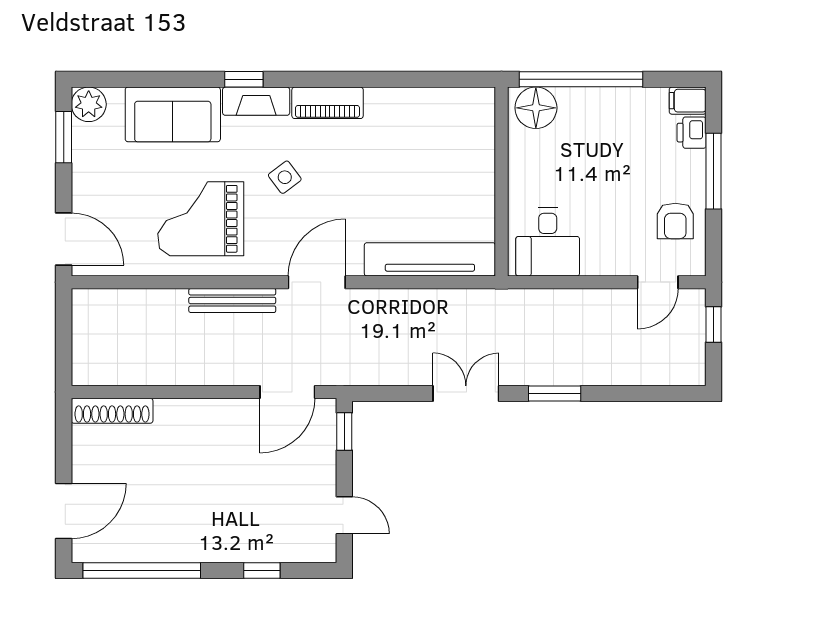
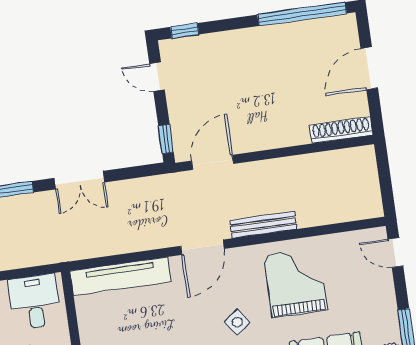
grand piano: (201, 219) -> (295, 282), turned -90
door: (64, 239) -> (395, 253), width x0.73
door: (64, 511) -> (369, 68), moved
window: (262, 571) -> (185, 31), moved

